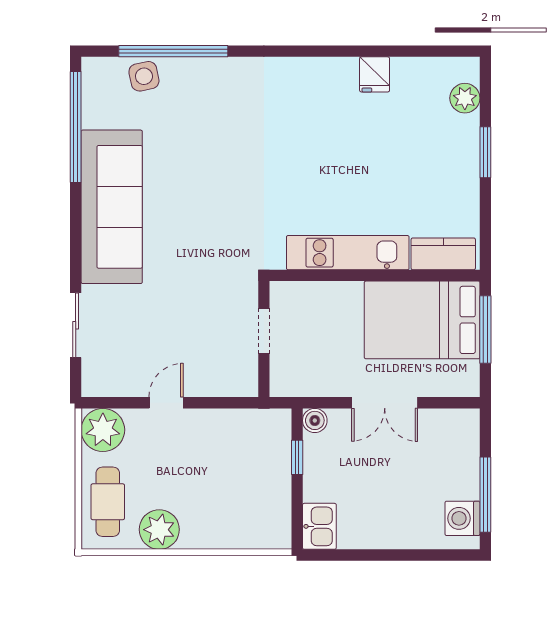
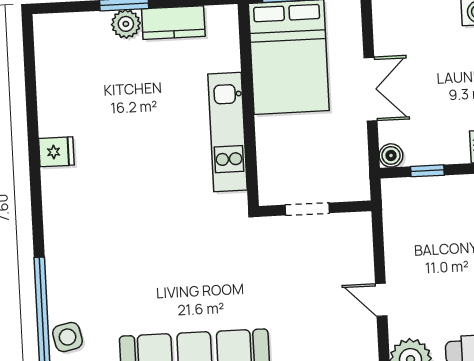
fridge: (375, 74) -> (56, 152), moved
plant: (465, 98) -> (126, 24), moved
kitchen counter: (443, 254) -> (173, 23), moved, turned -90

